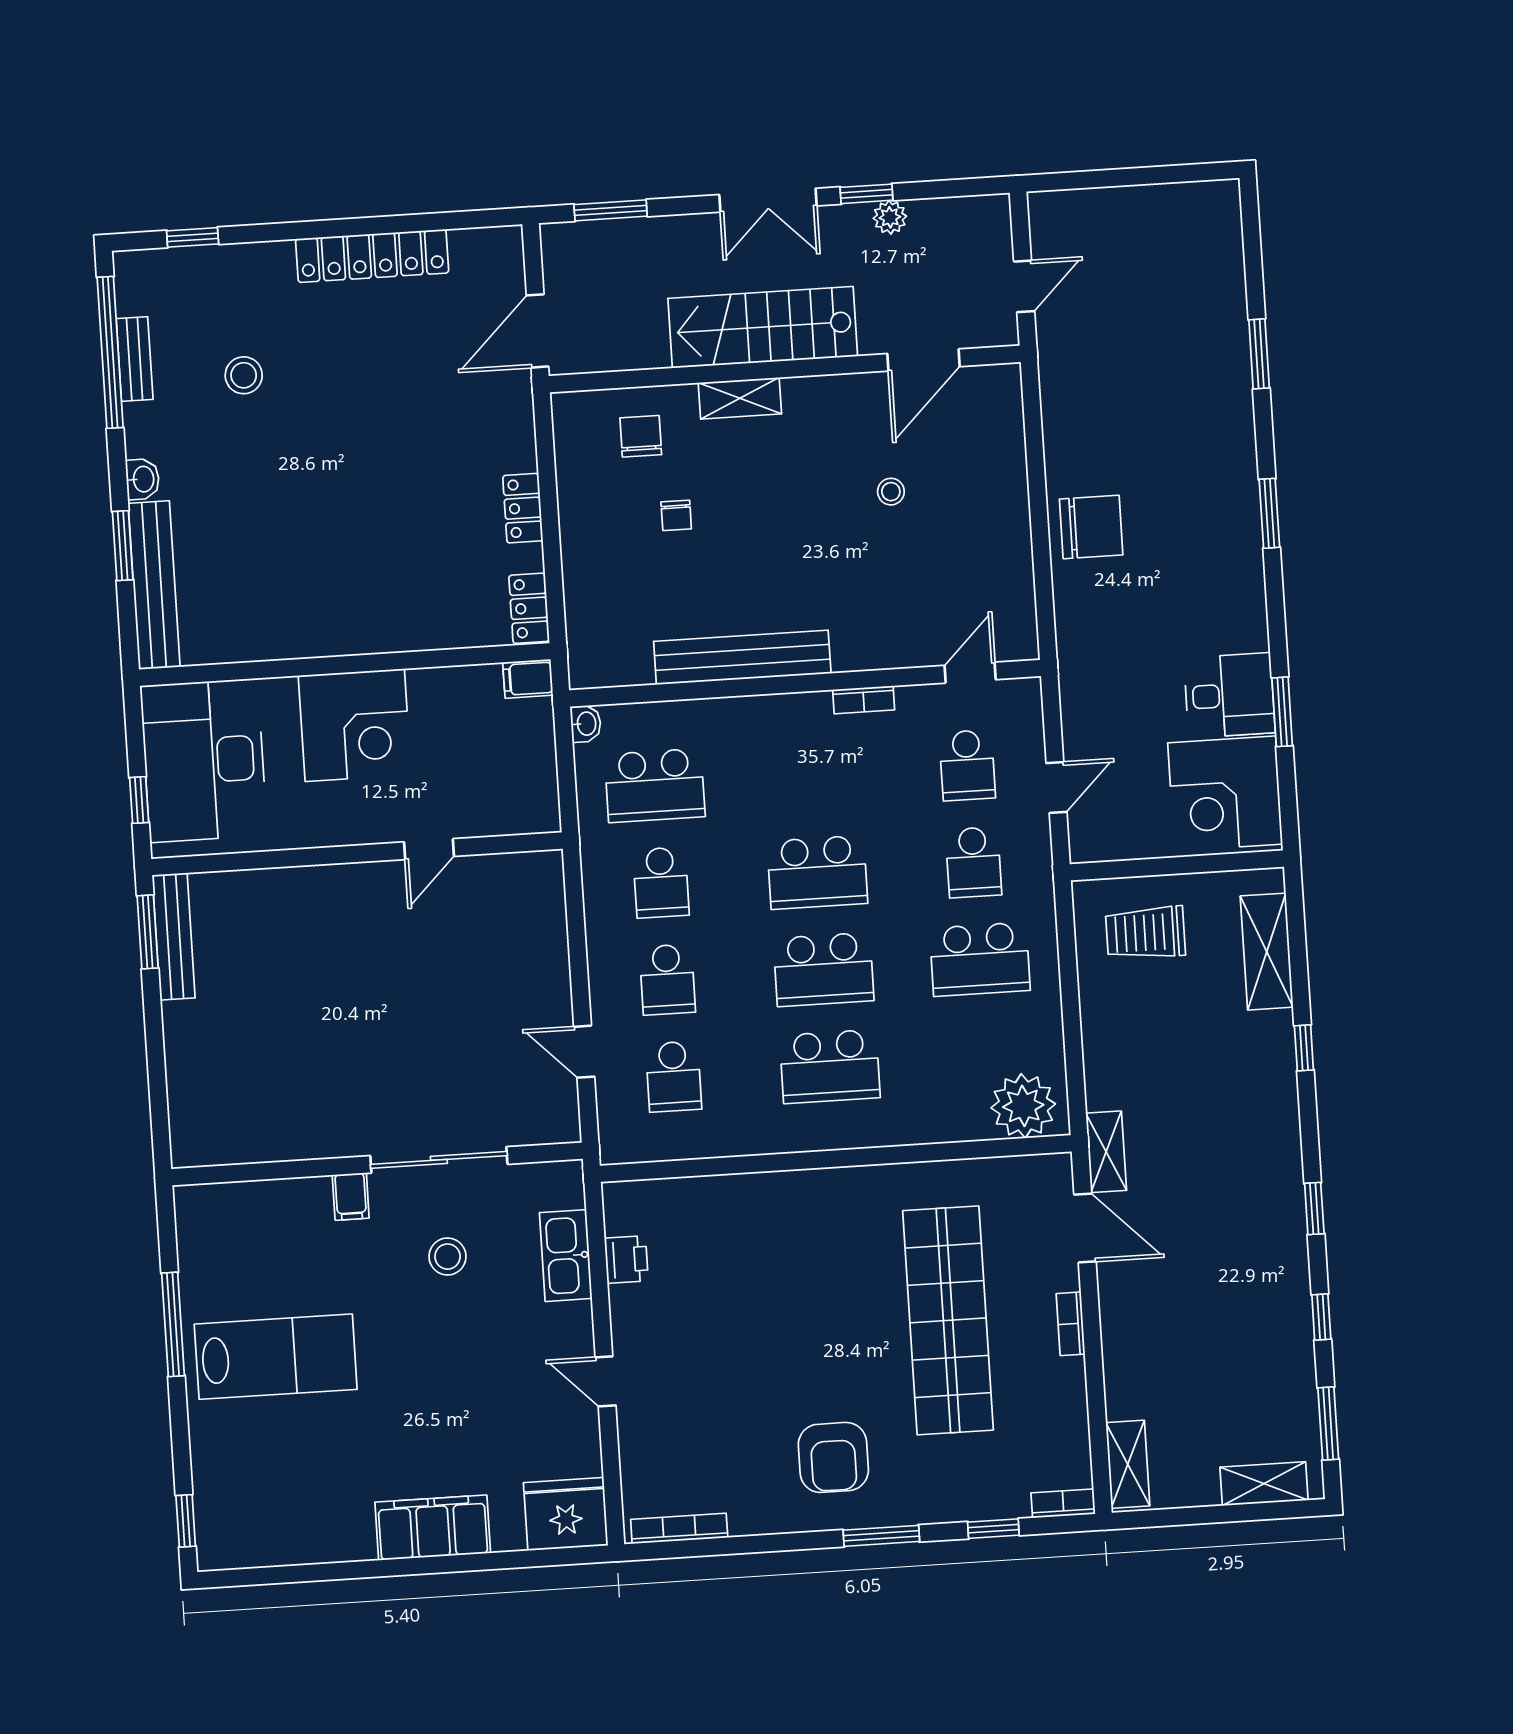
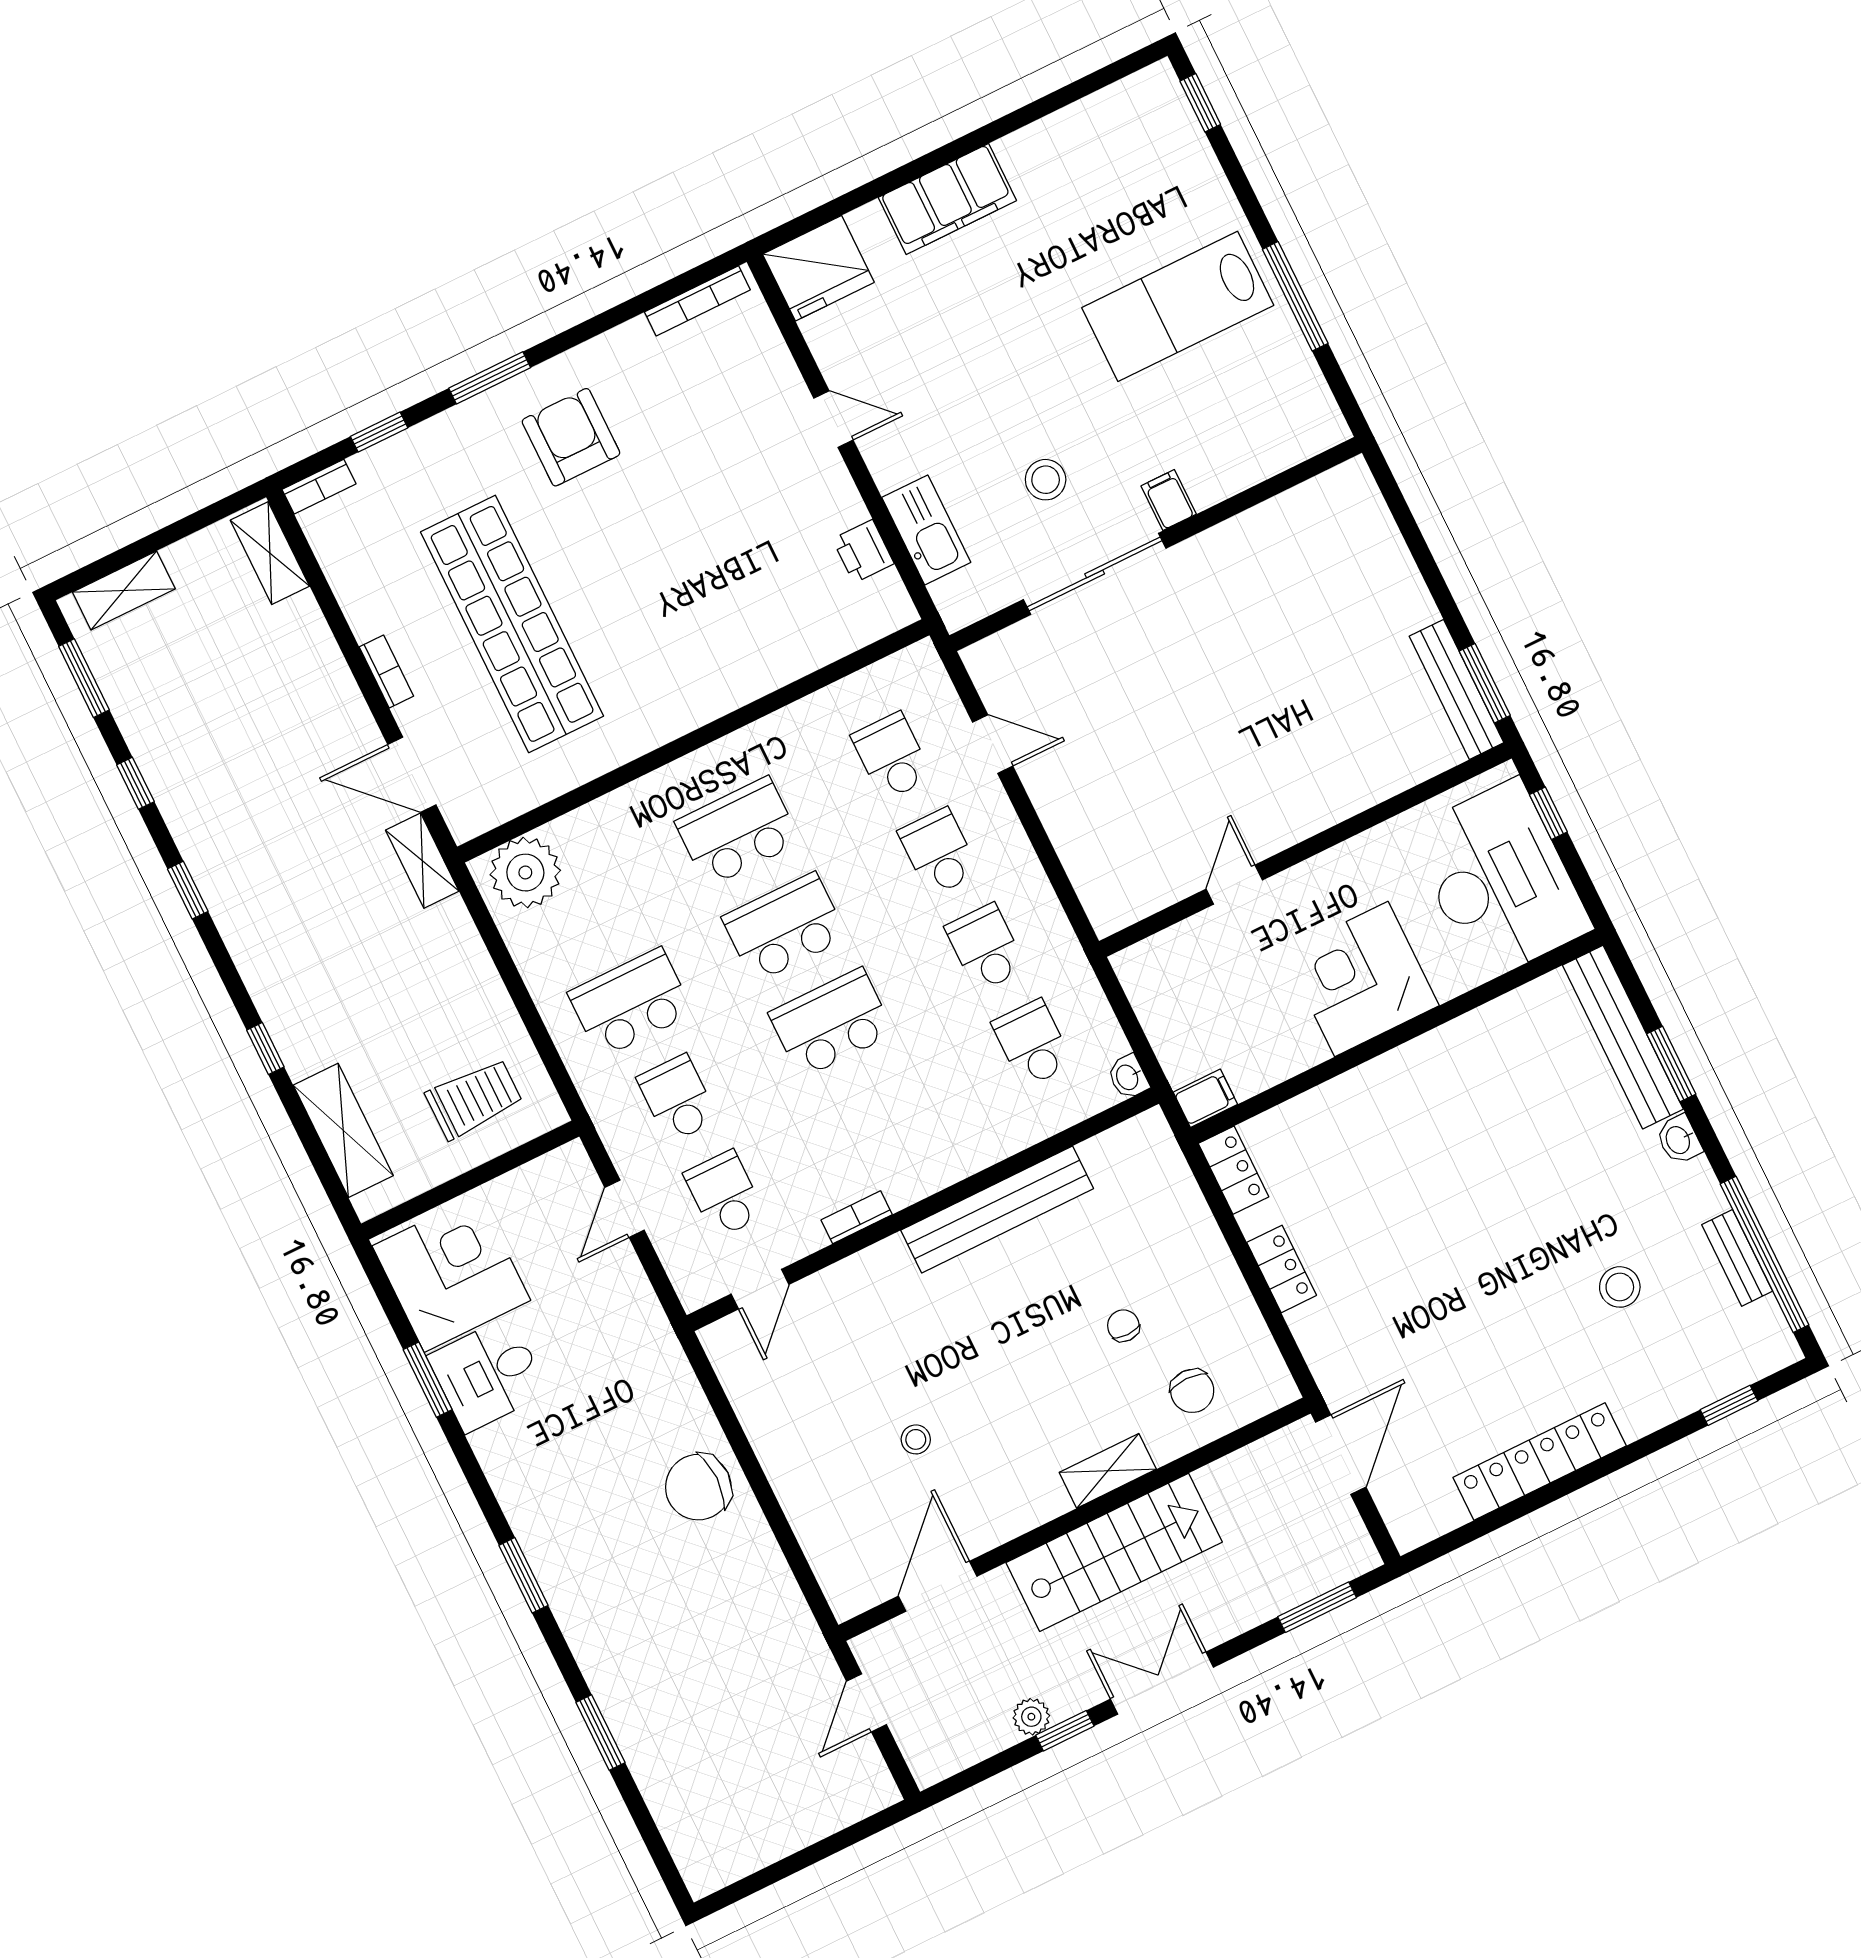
school desk: (655, 785) -> (1032, 1043), width x0.54

